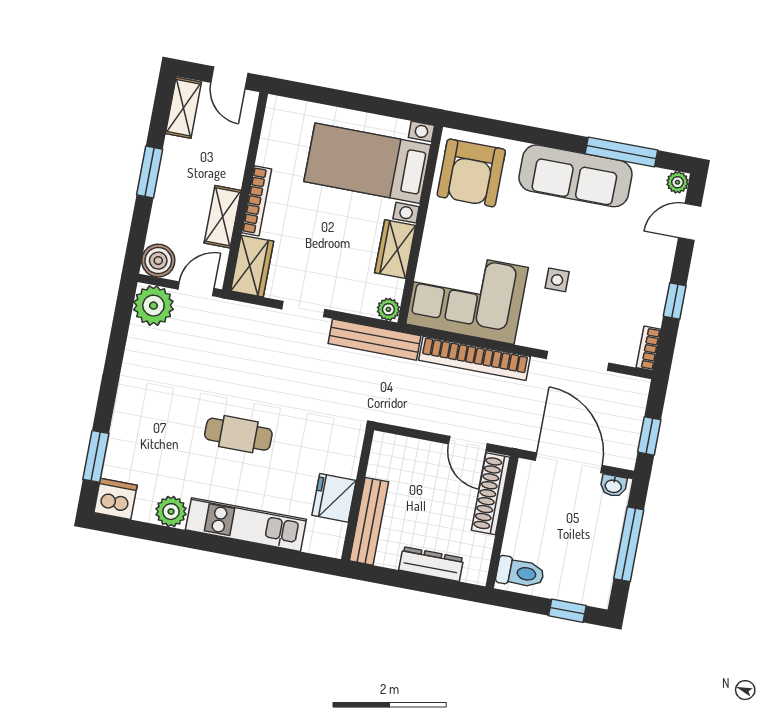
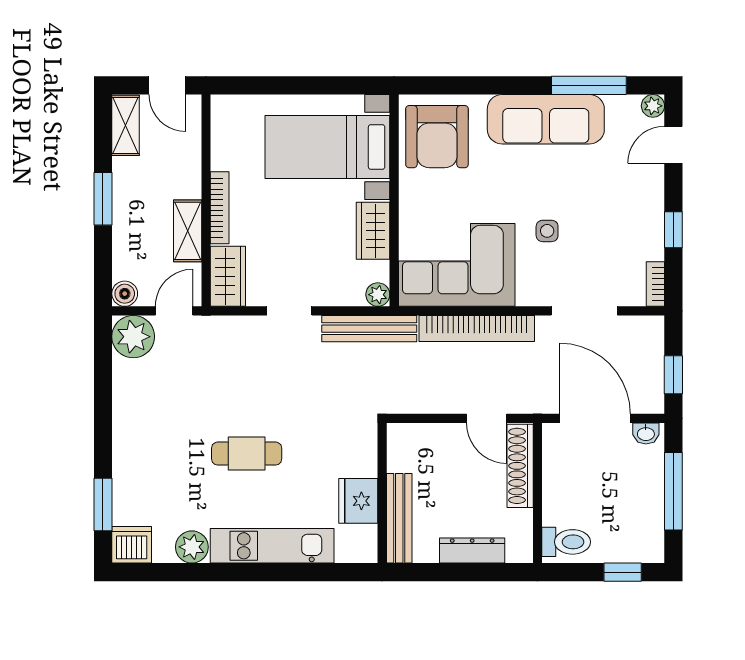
boiler: (158, 261) -> (125, 294), width x0.73, depth x0.73

